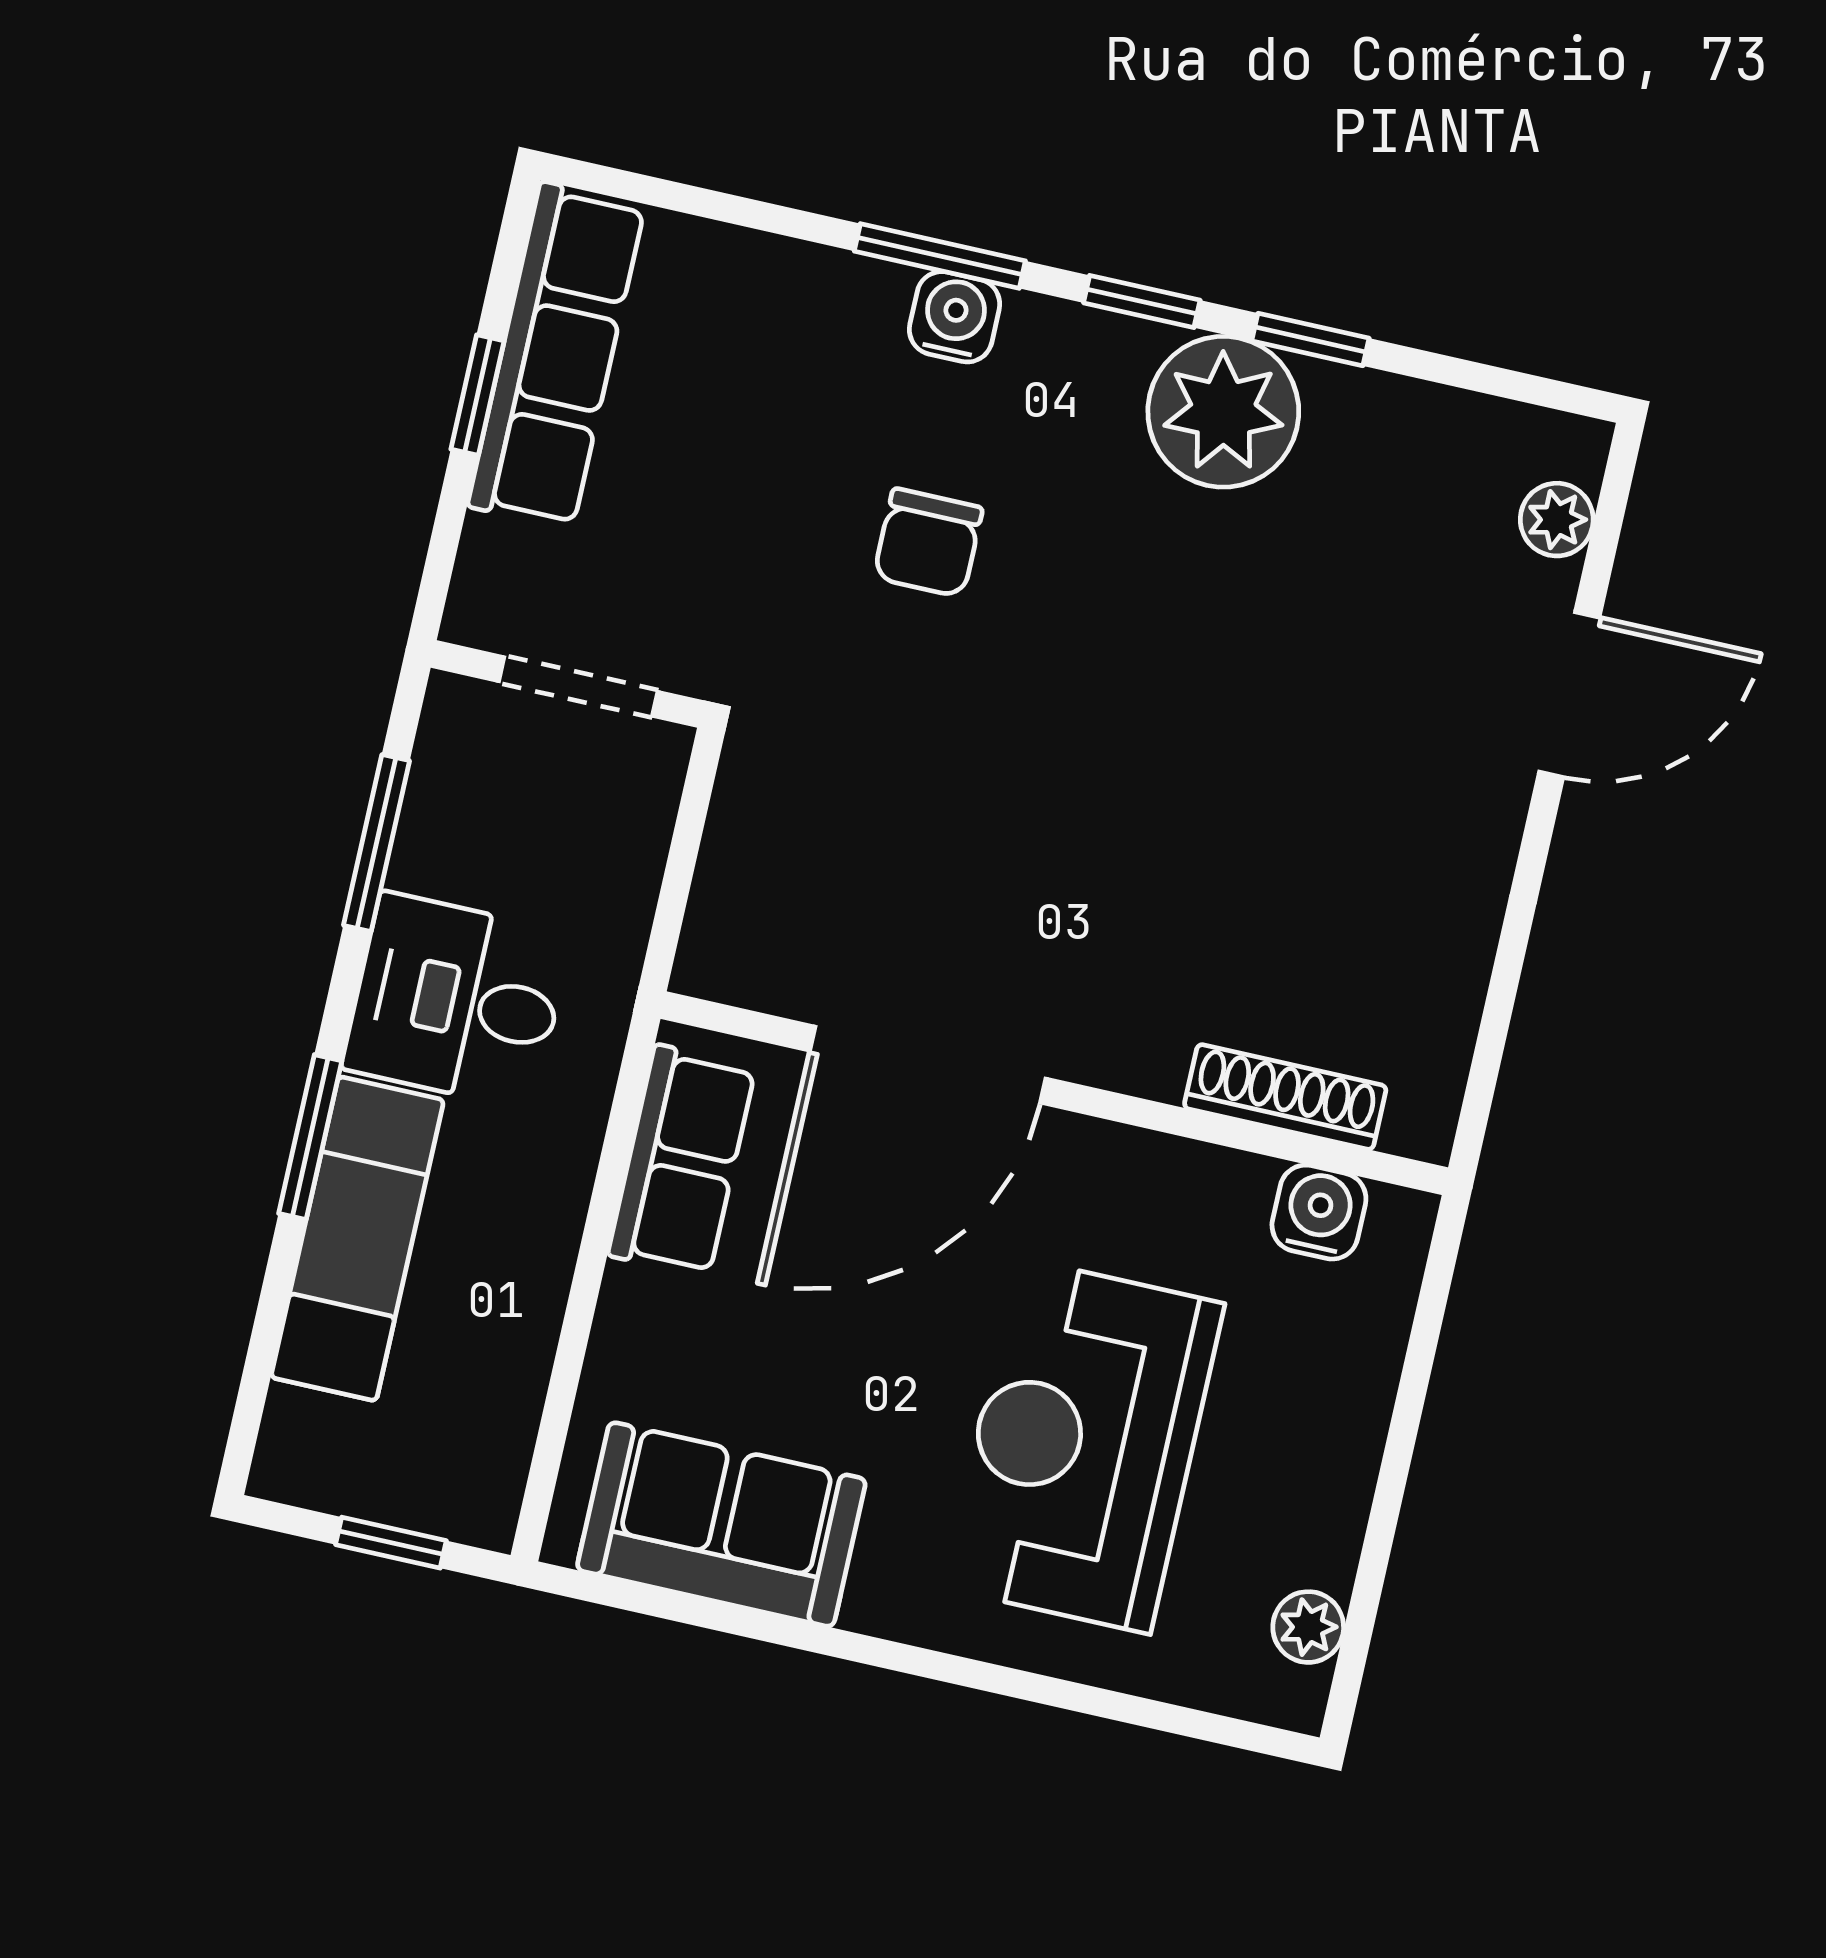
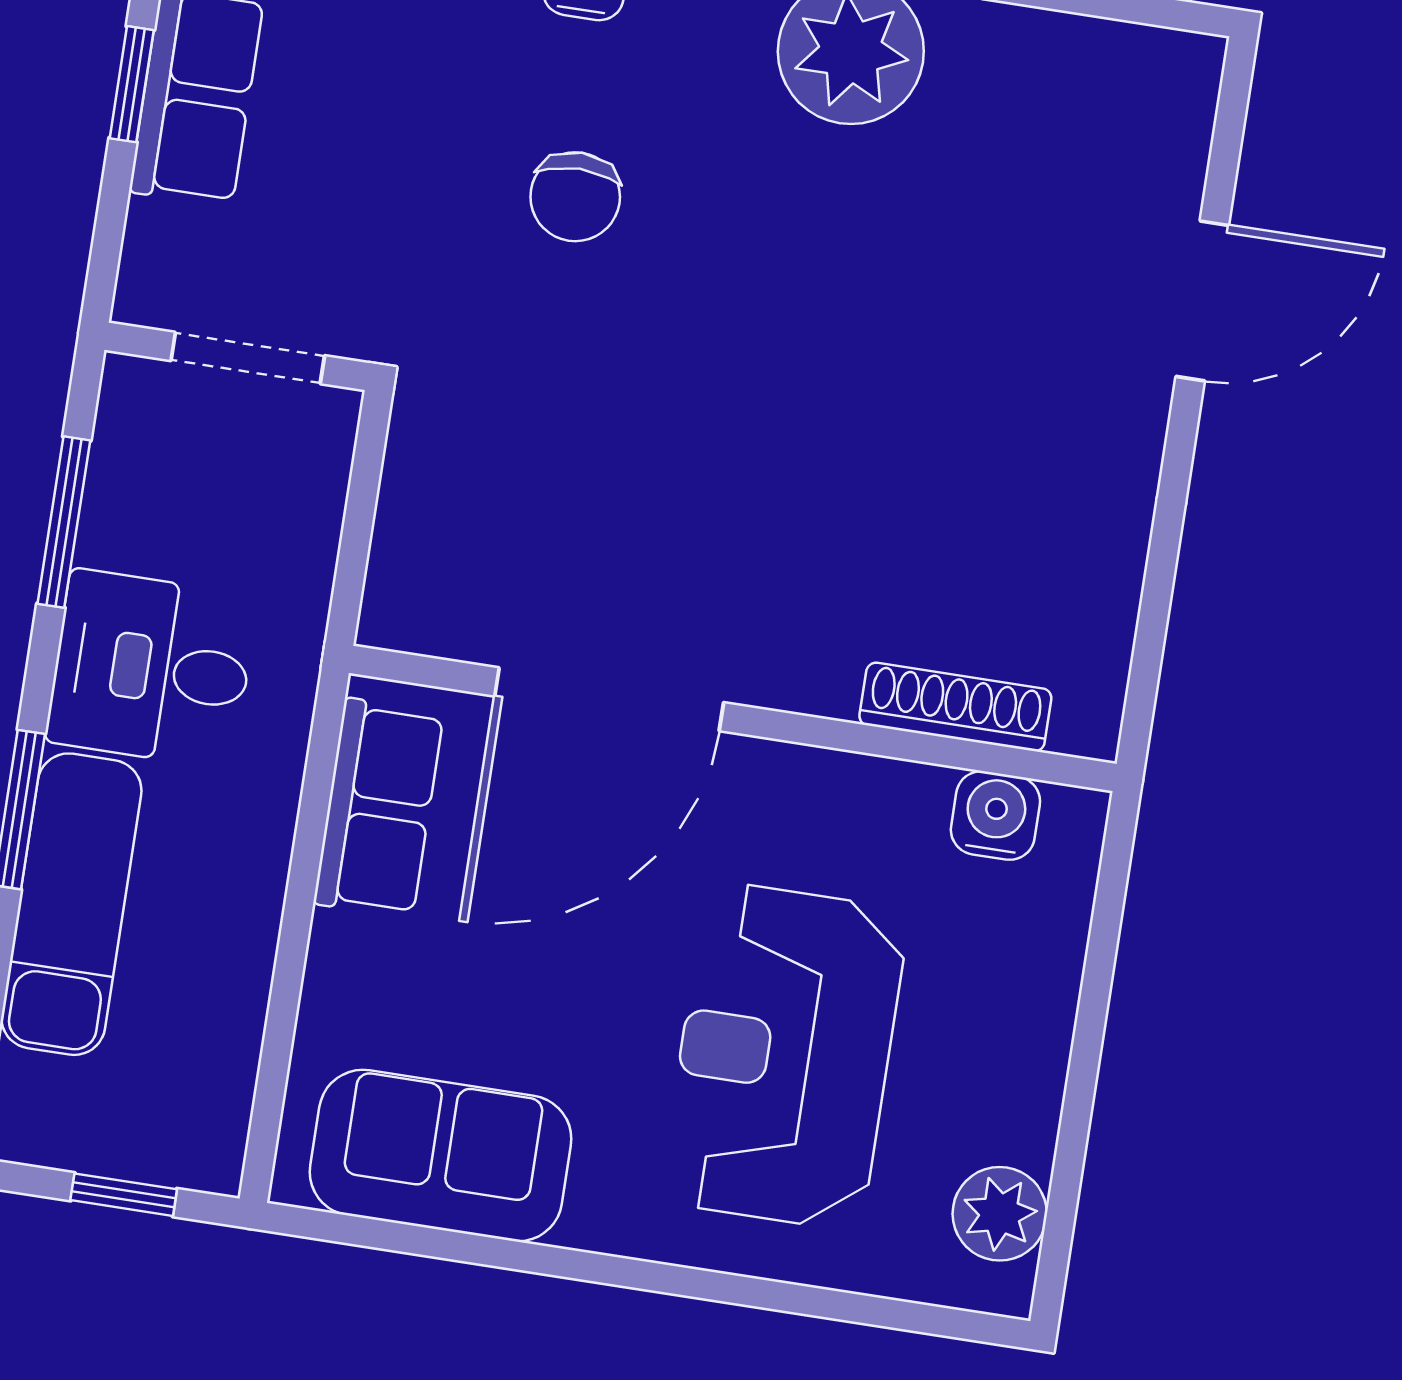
plant: (1557, 520) -> (1179, 133), removed
plant: (1308, 1627) -> (1000, 1214), width x1.38, depth x1.38

